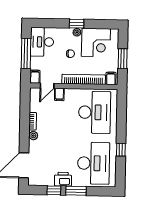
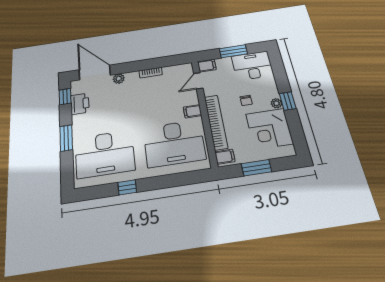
window: (26, 54) -> (233, 51), width x0.69
door: (47, 86) -> (198, 81), hinge flipped
filing cabinet: (59, 94) -> (193, 111), moved
plant: (33, 136) -> (119, 79), moved
printer: (63, 179) -> (80, 104), moved
window: (54, 190) -> (65, 97), moved

